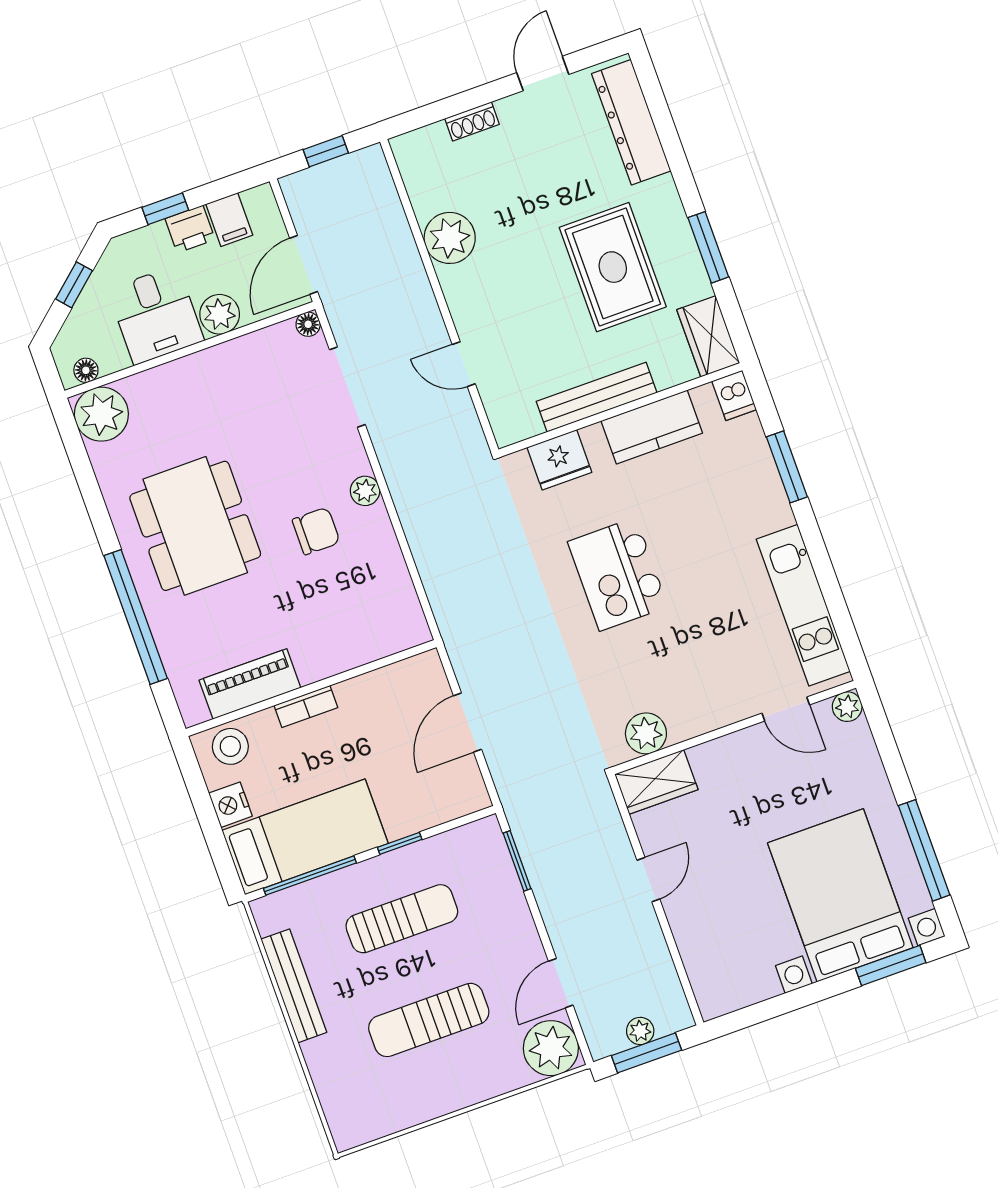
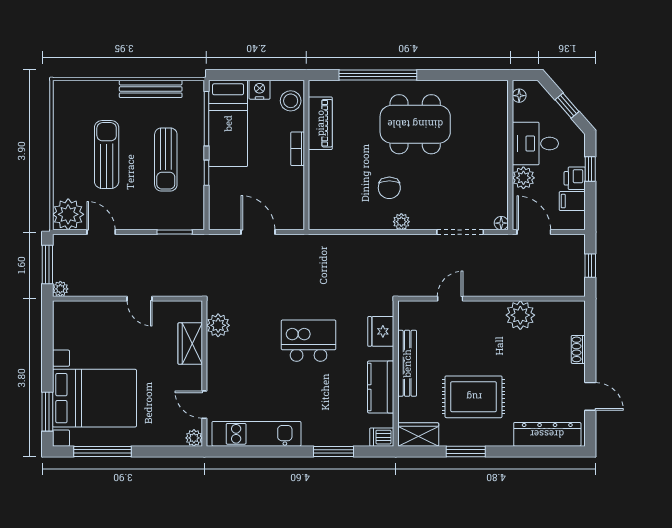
plant: (101, 414) -> (493, 96), removed
door: (786, 709) -> (204, 405), hinge flipped
wardrobe: (656, 782) -> (190, 344), moved
plant: (640, 1031) -> (60, 289), moved

